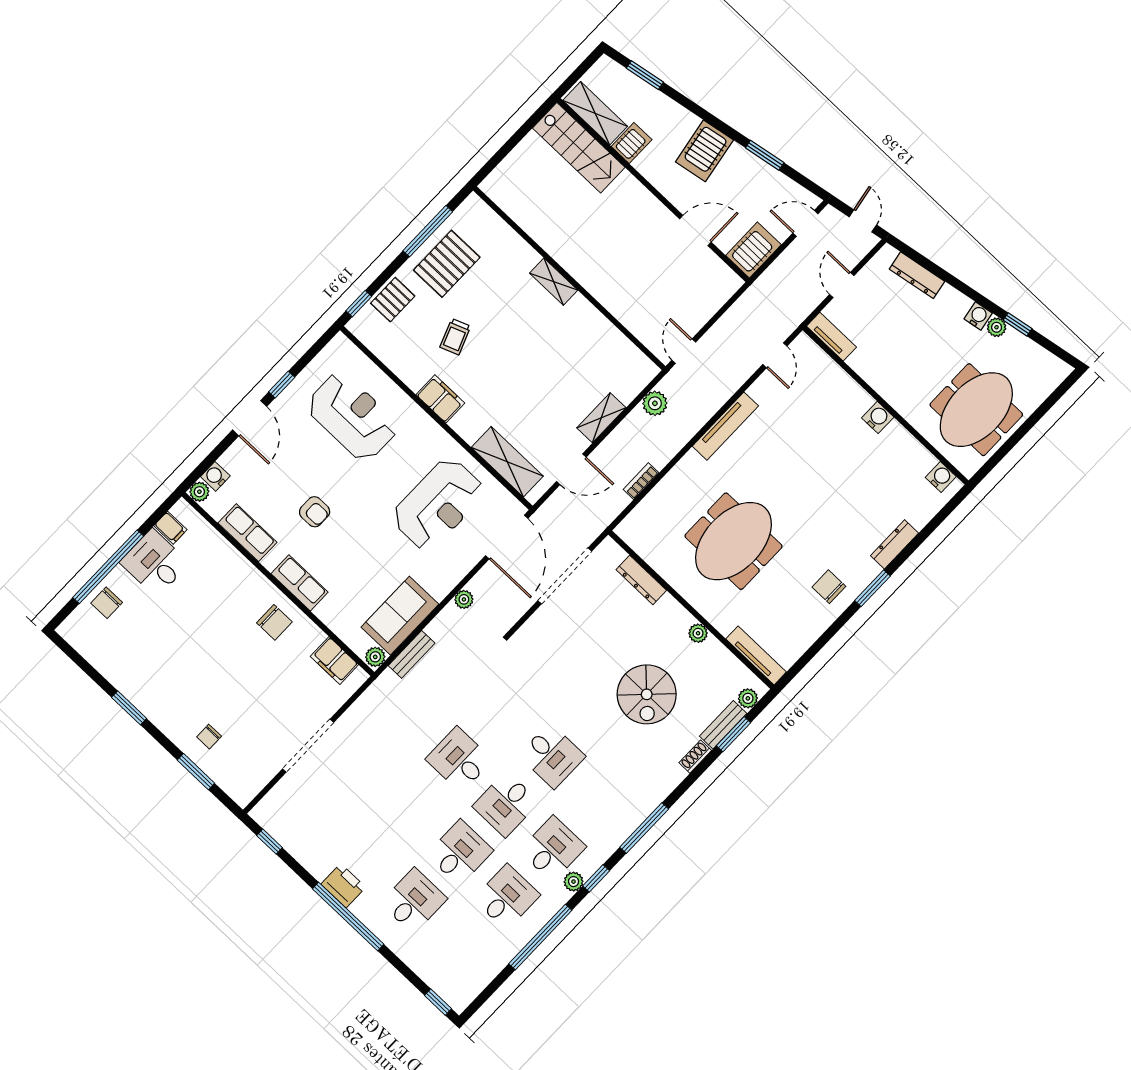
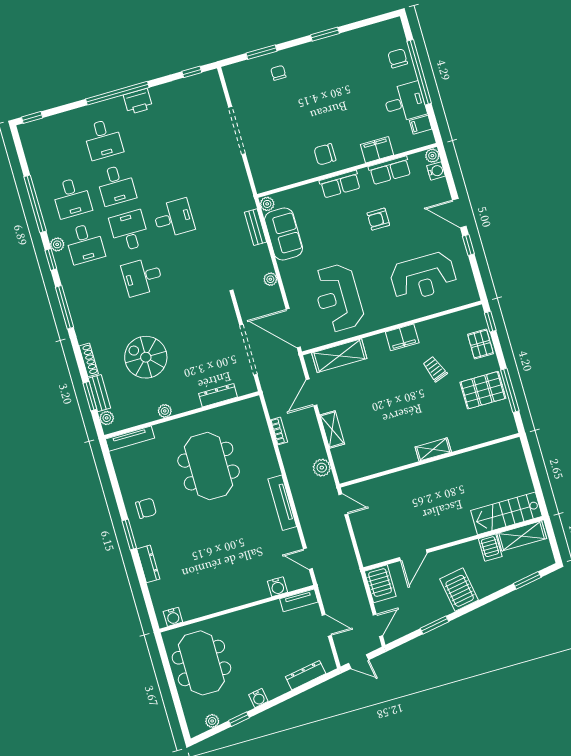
pallet: (447, 264) -> (483, 390), turned 90
plant: (997, 327) -> (212, 721), moved
water cooler: (878, 417) -> (277, 587), moved
filing cabinet: (334, 661) -> (377, 150), moved
shoe rack: (695, 757) -> (89, 360), width x1.43

